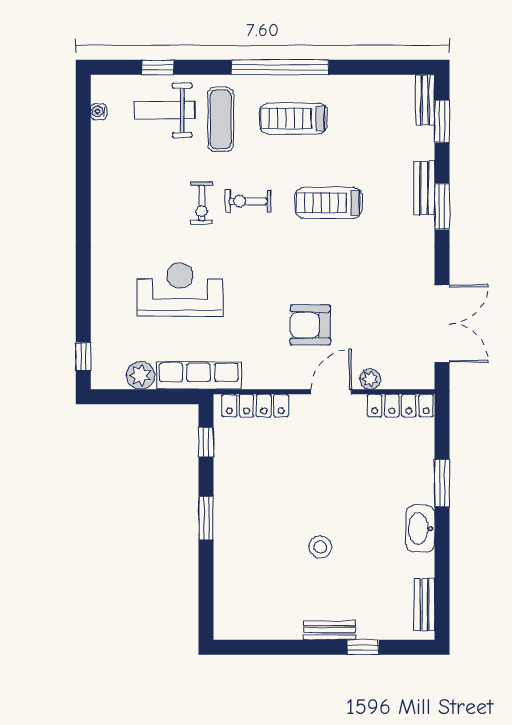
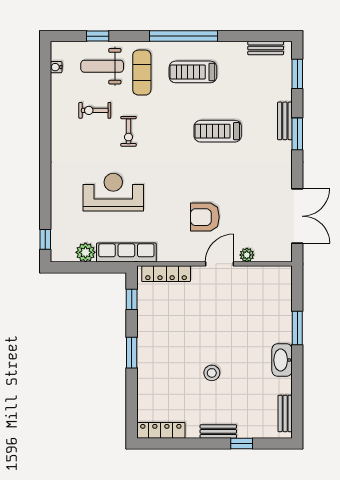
bench: (425, 100) -> (266, 48), moved, turned 90
exercise bike: (248, 201) -> (95, 110), moved
locker: (400, 406) -> (161, 430), moved, turned 180

